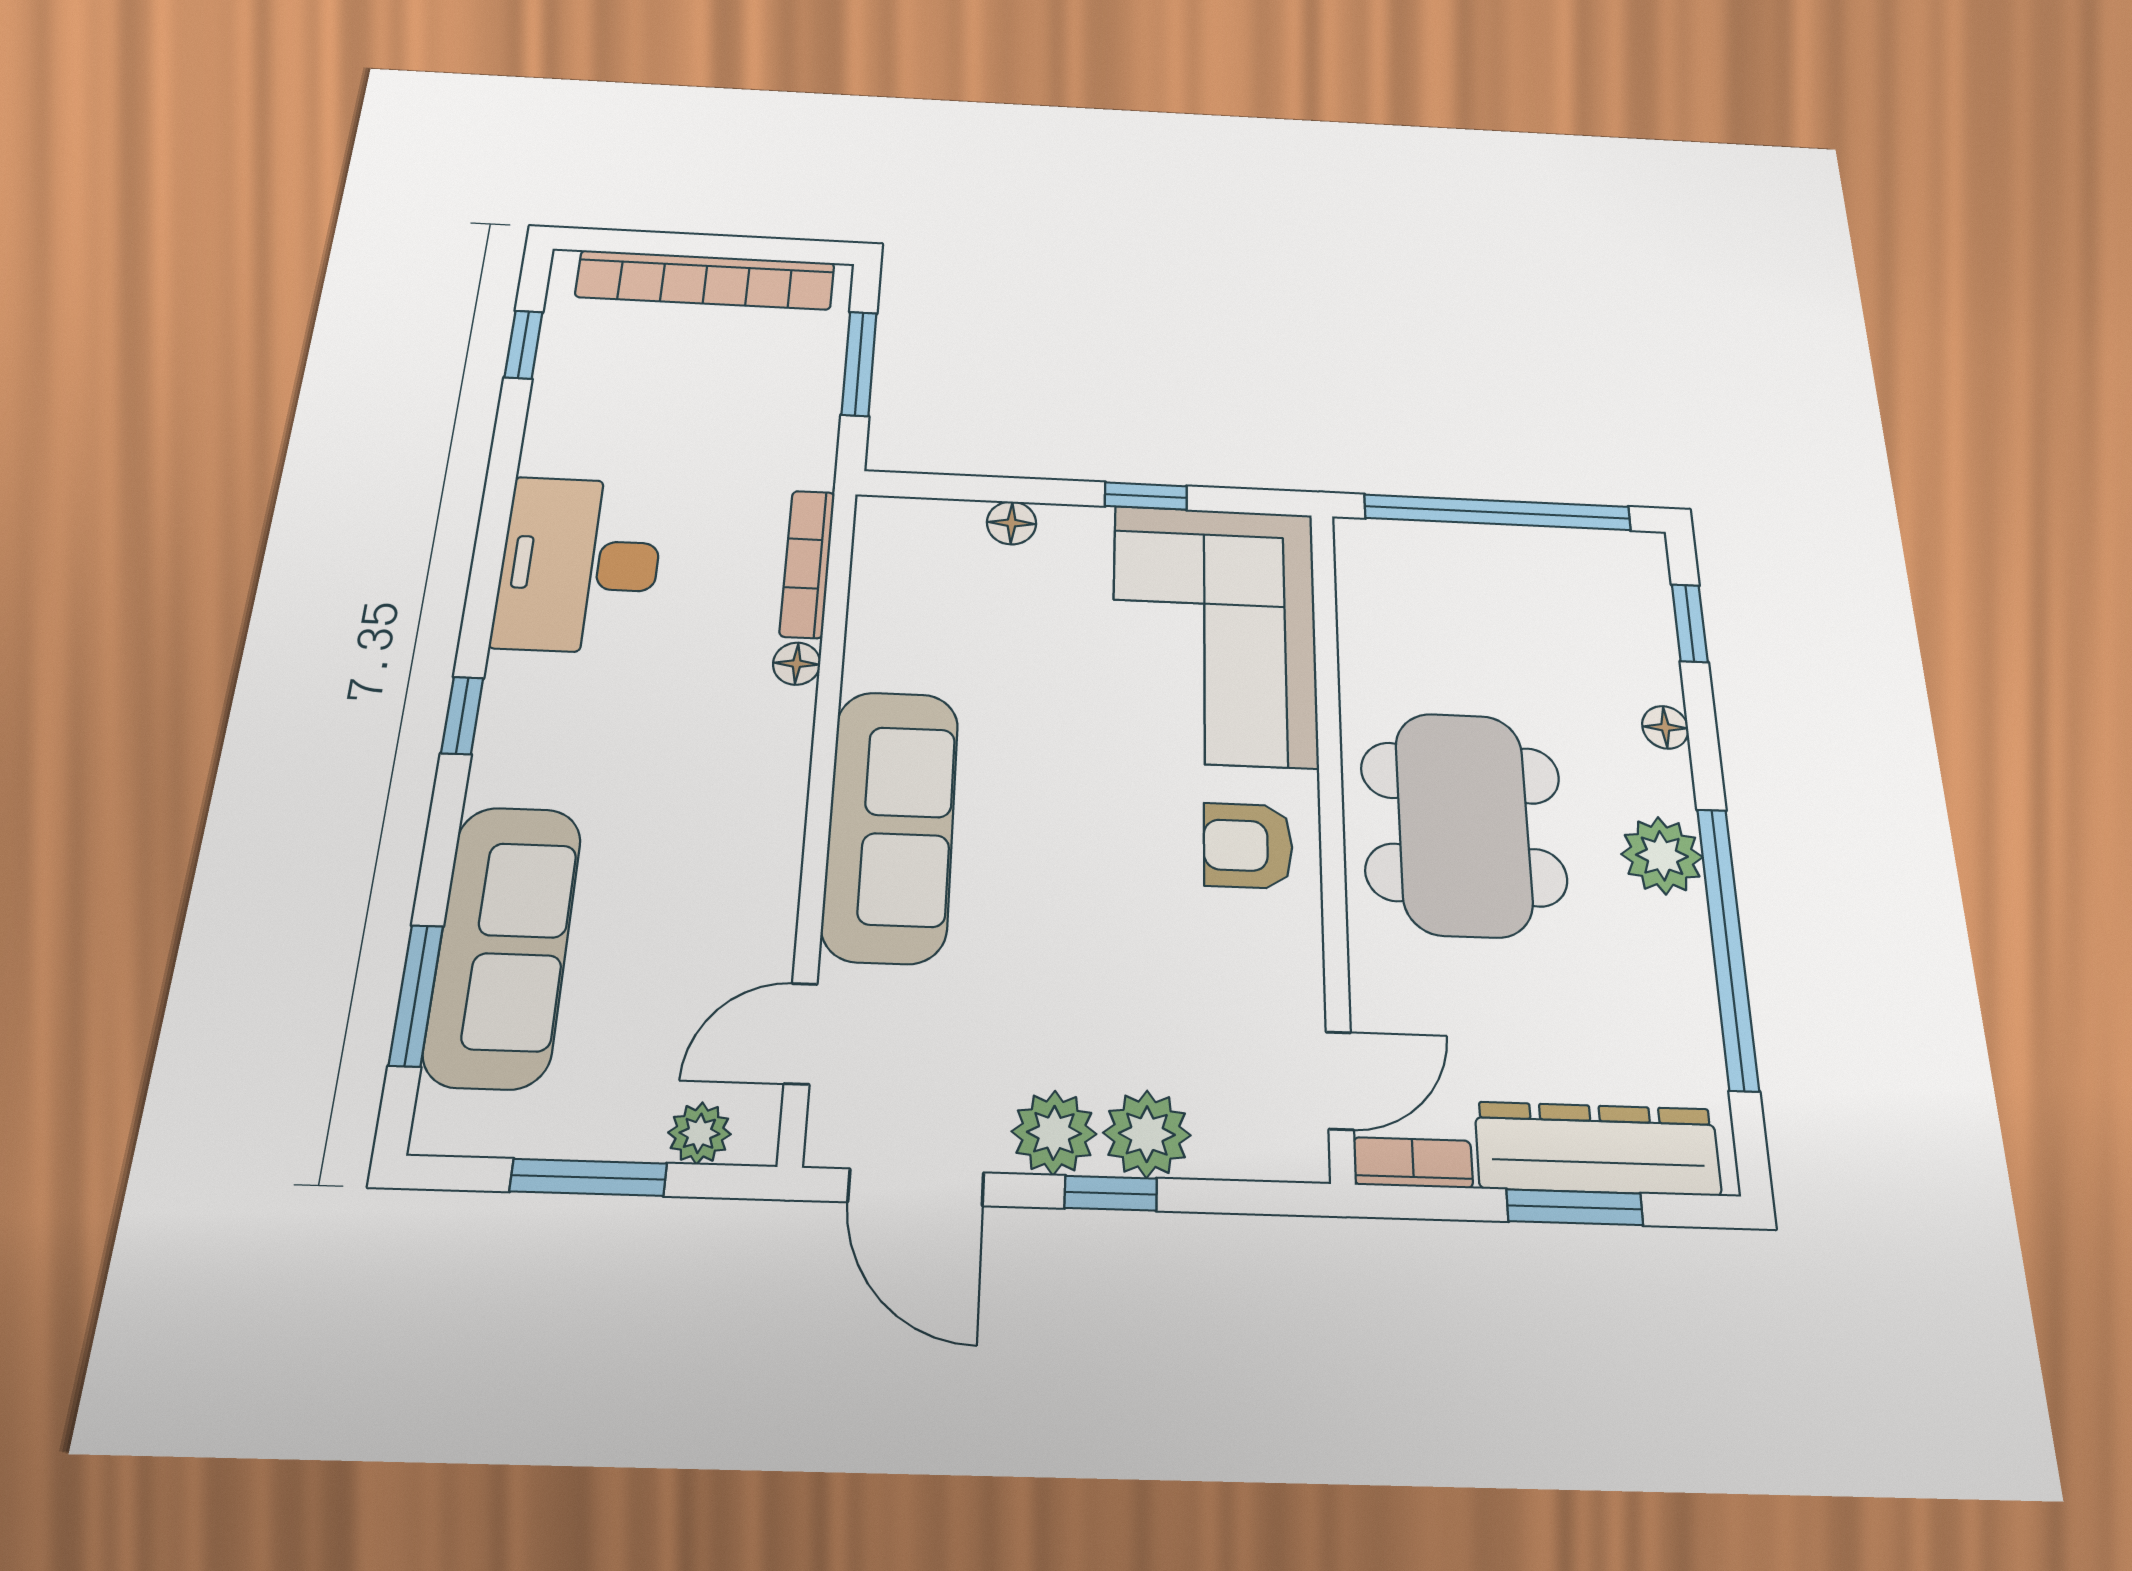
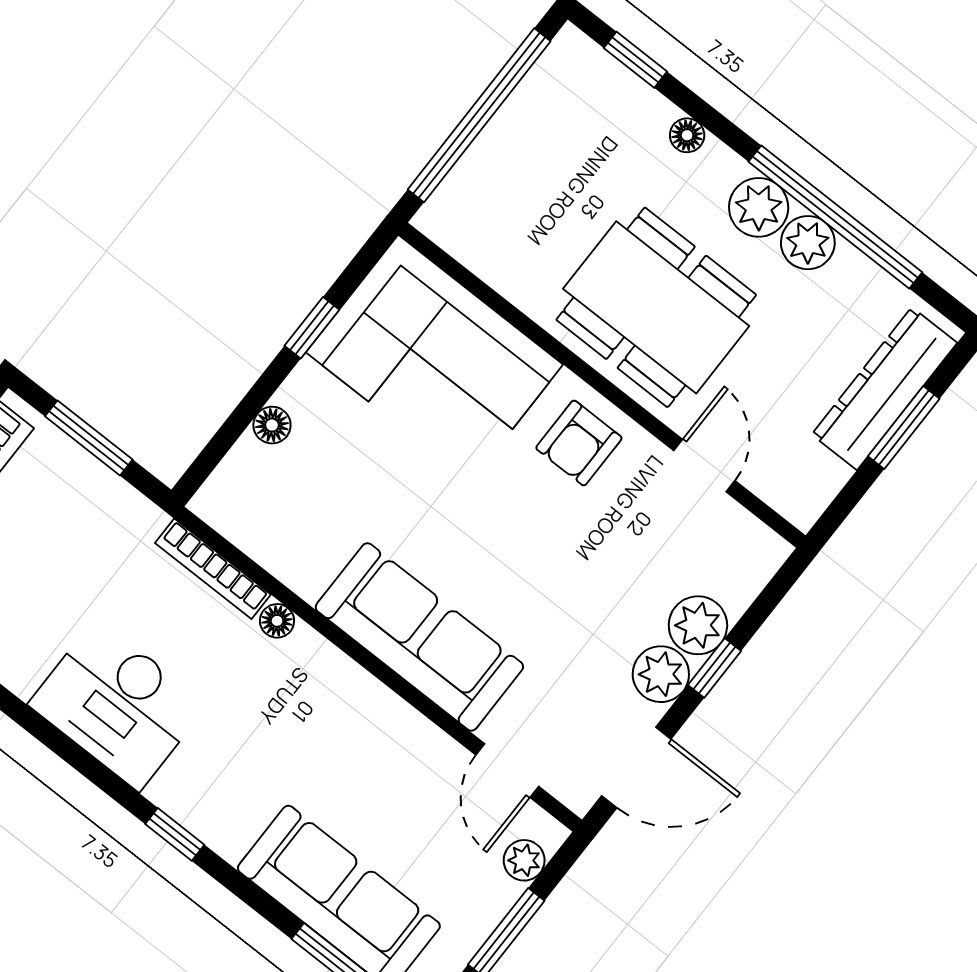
plant: (1674, 937) -> (808, 243), added
door: (1340, 1080) -> (704, 466), moved
bookcase: (1413, 1163) -> (818, 495), removed

